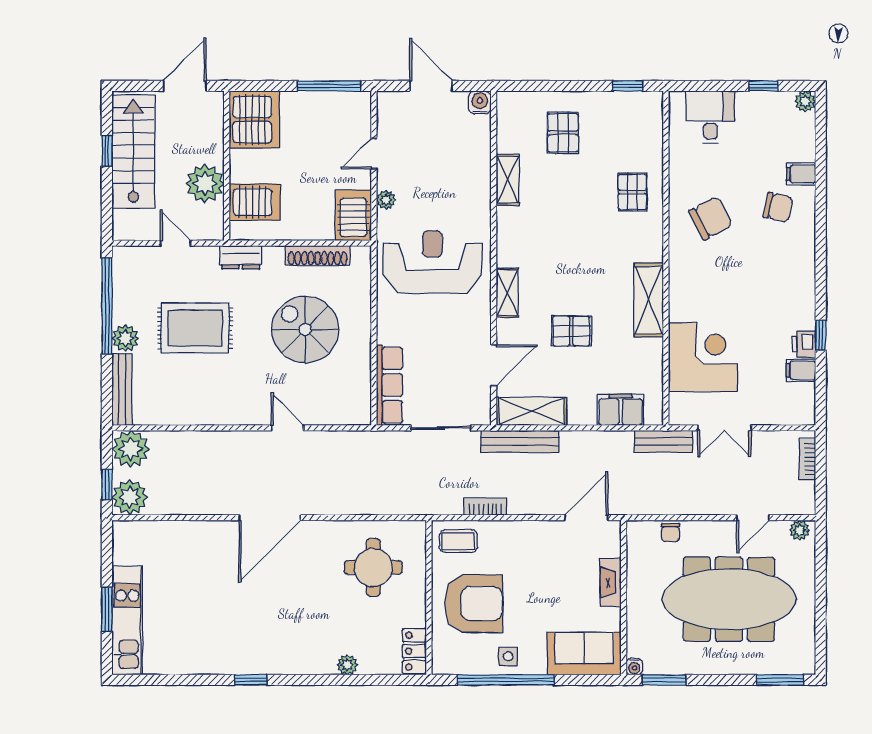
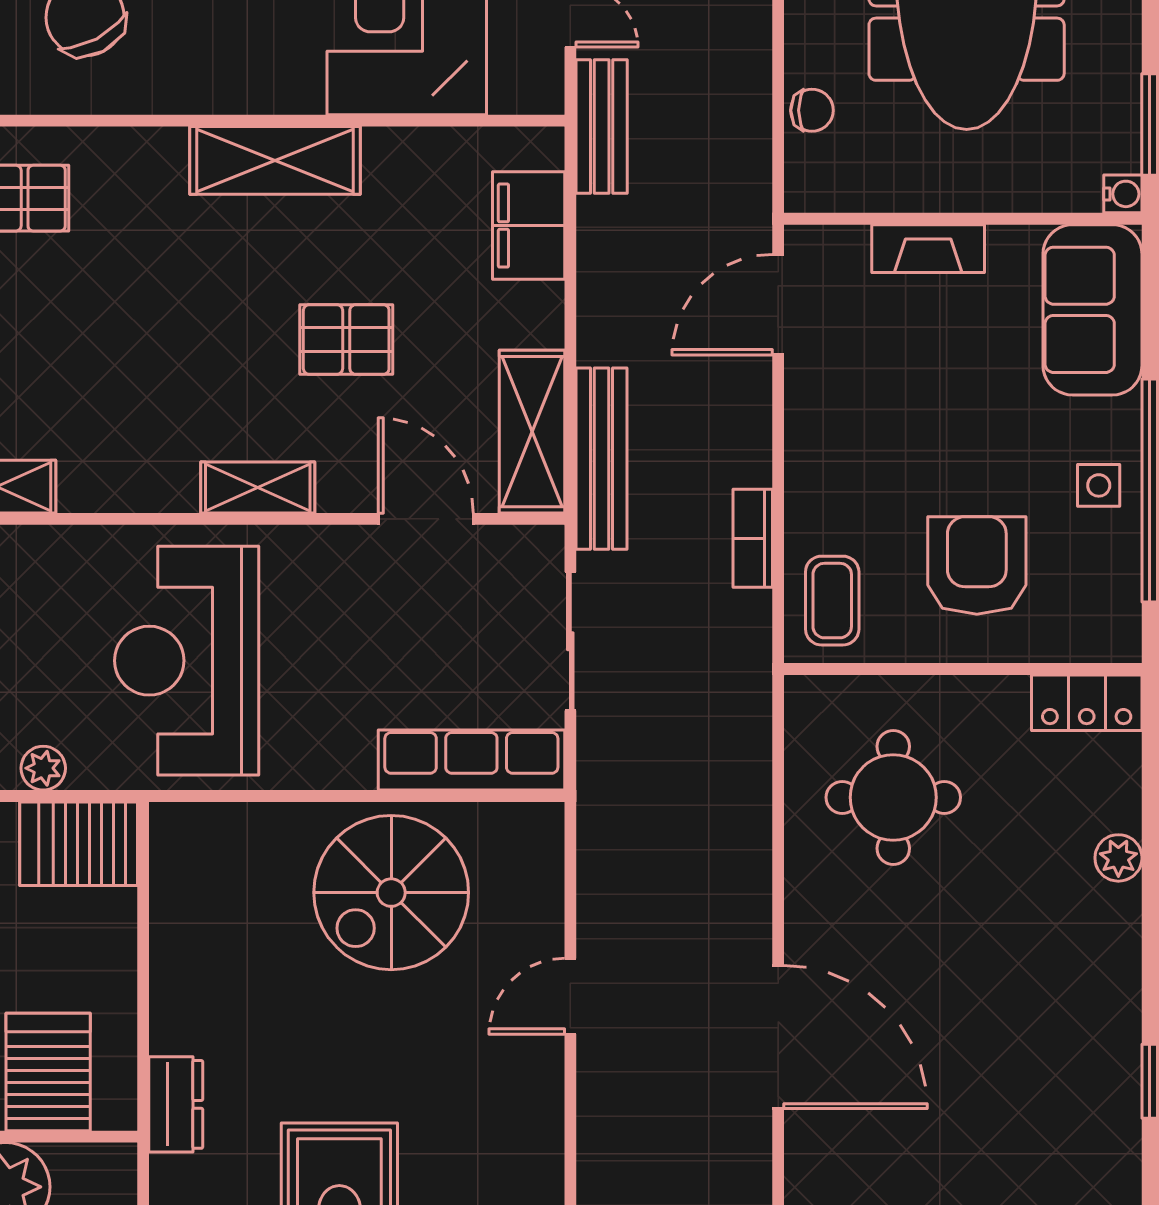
shoe rack: (318, 256) -> (172, 926), removed
spiral stairs: (305, 329) -> (391, 893), moved
pallet: (571, 331) -> (346, 339), turned 90
door: (586, 518) -> (778, 305), hinge flipped
armchair: (474, 604) -> (977, 565), width x0.73, depth x0.73

